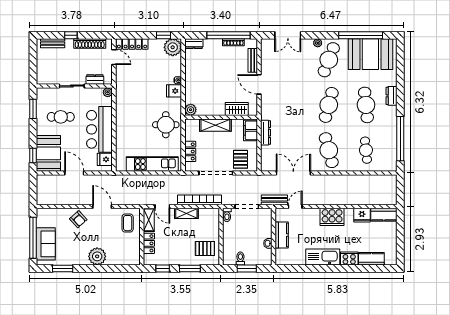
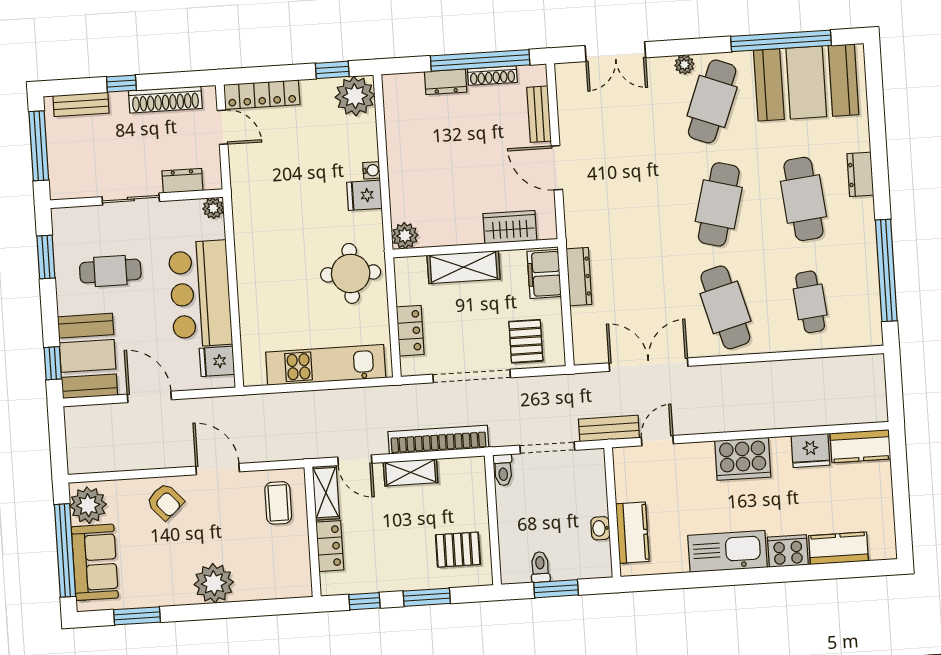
dresser: (194, 44) -> (446, 82), moved
window: (33, 60) -> (39, 146), added
plant: (44, 219) -> (88, 505), added
kitchen counter: (282, 235) -> (632, 533), moved

